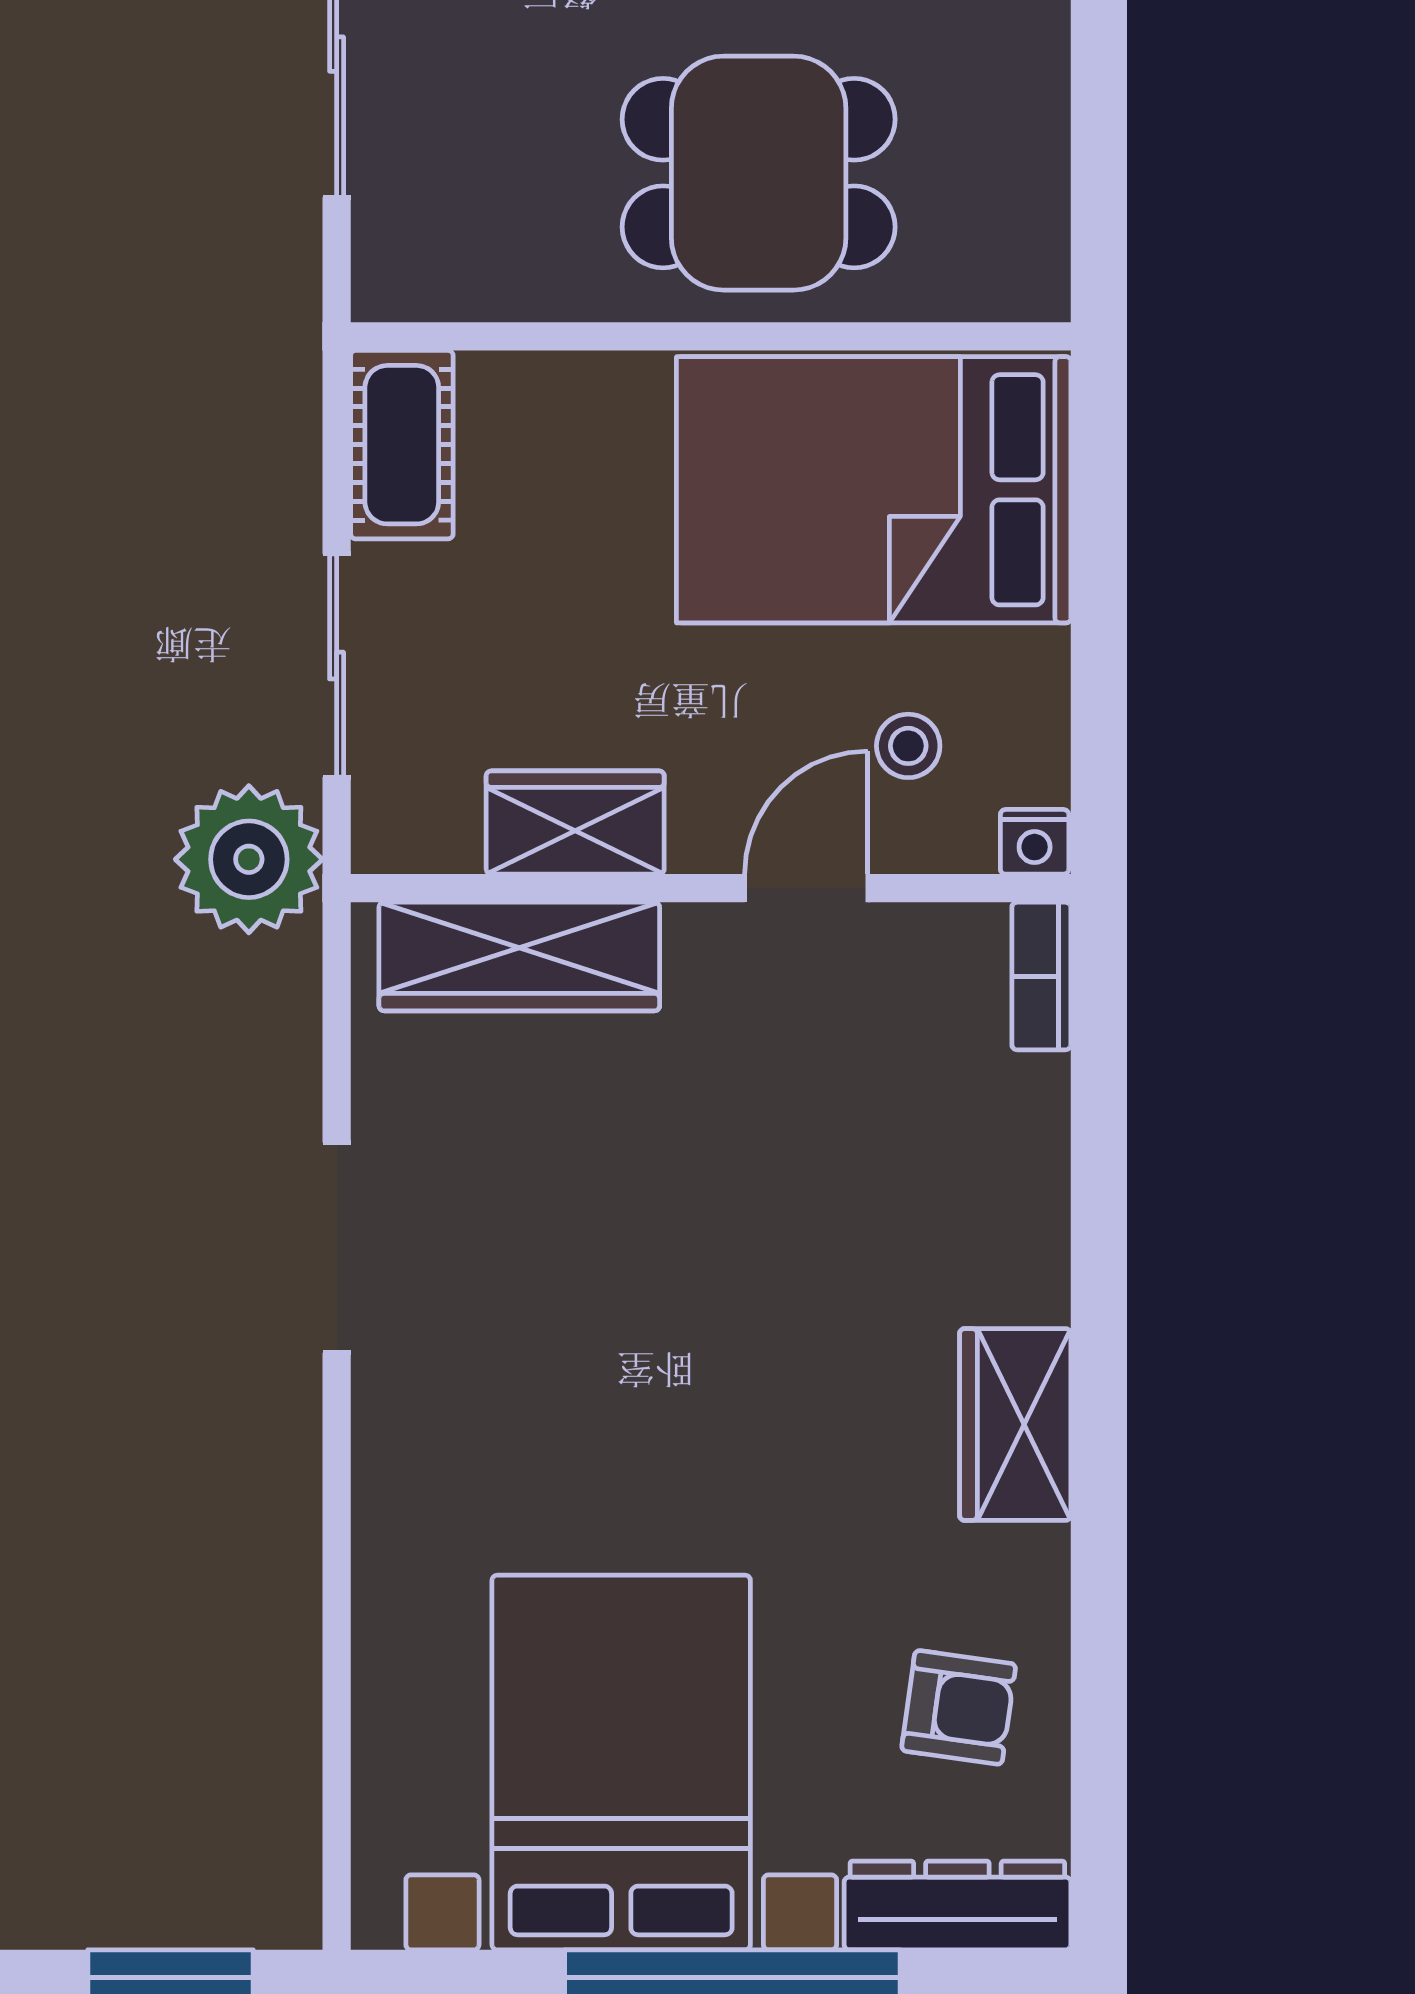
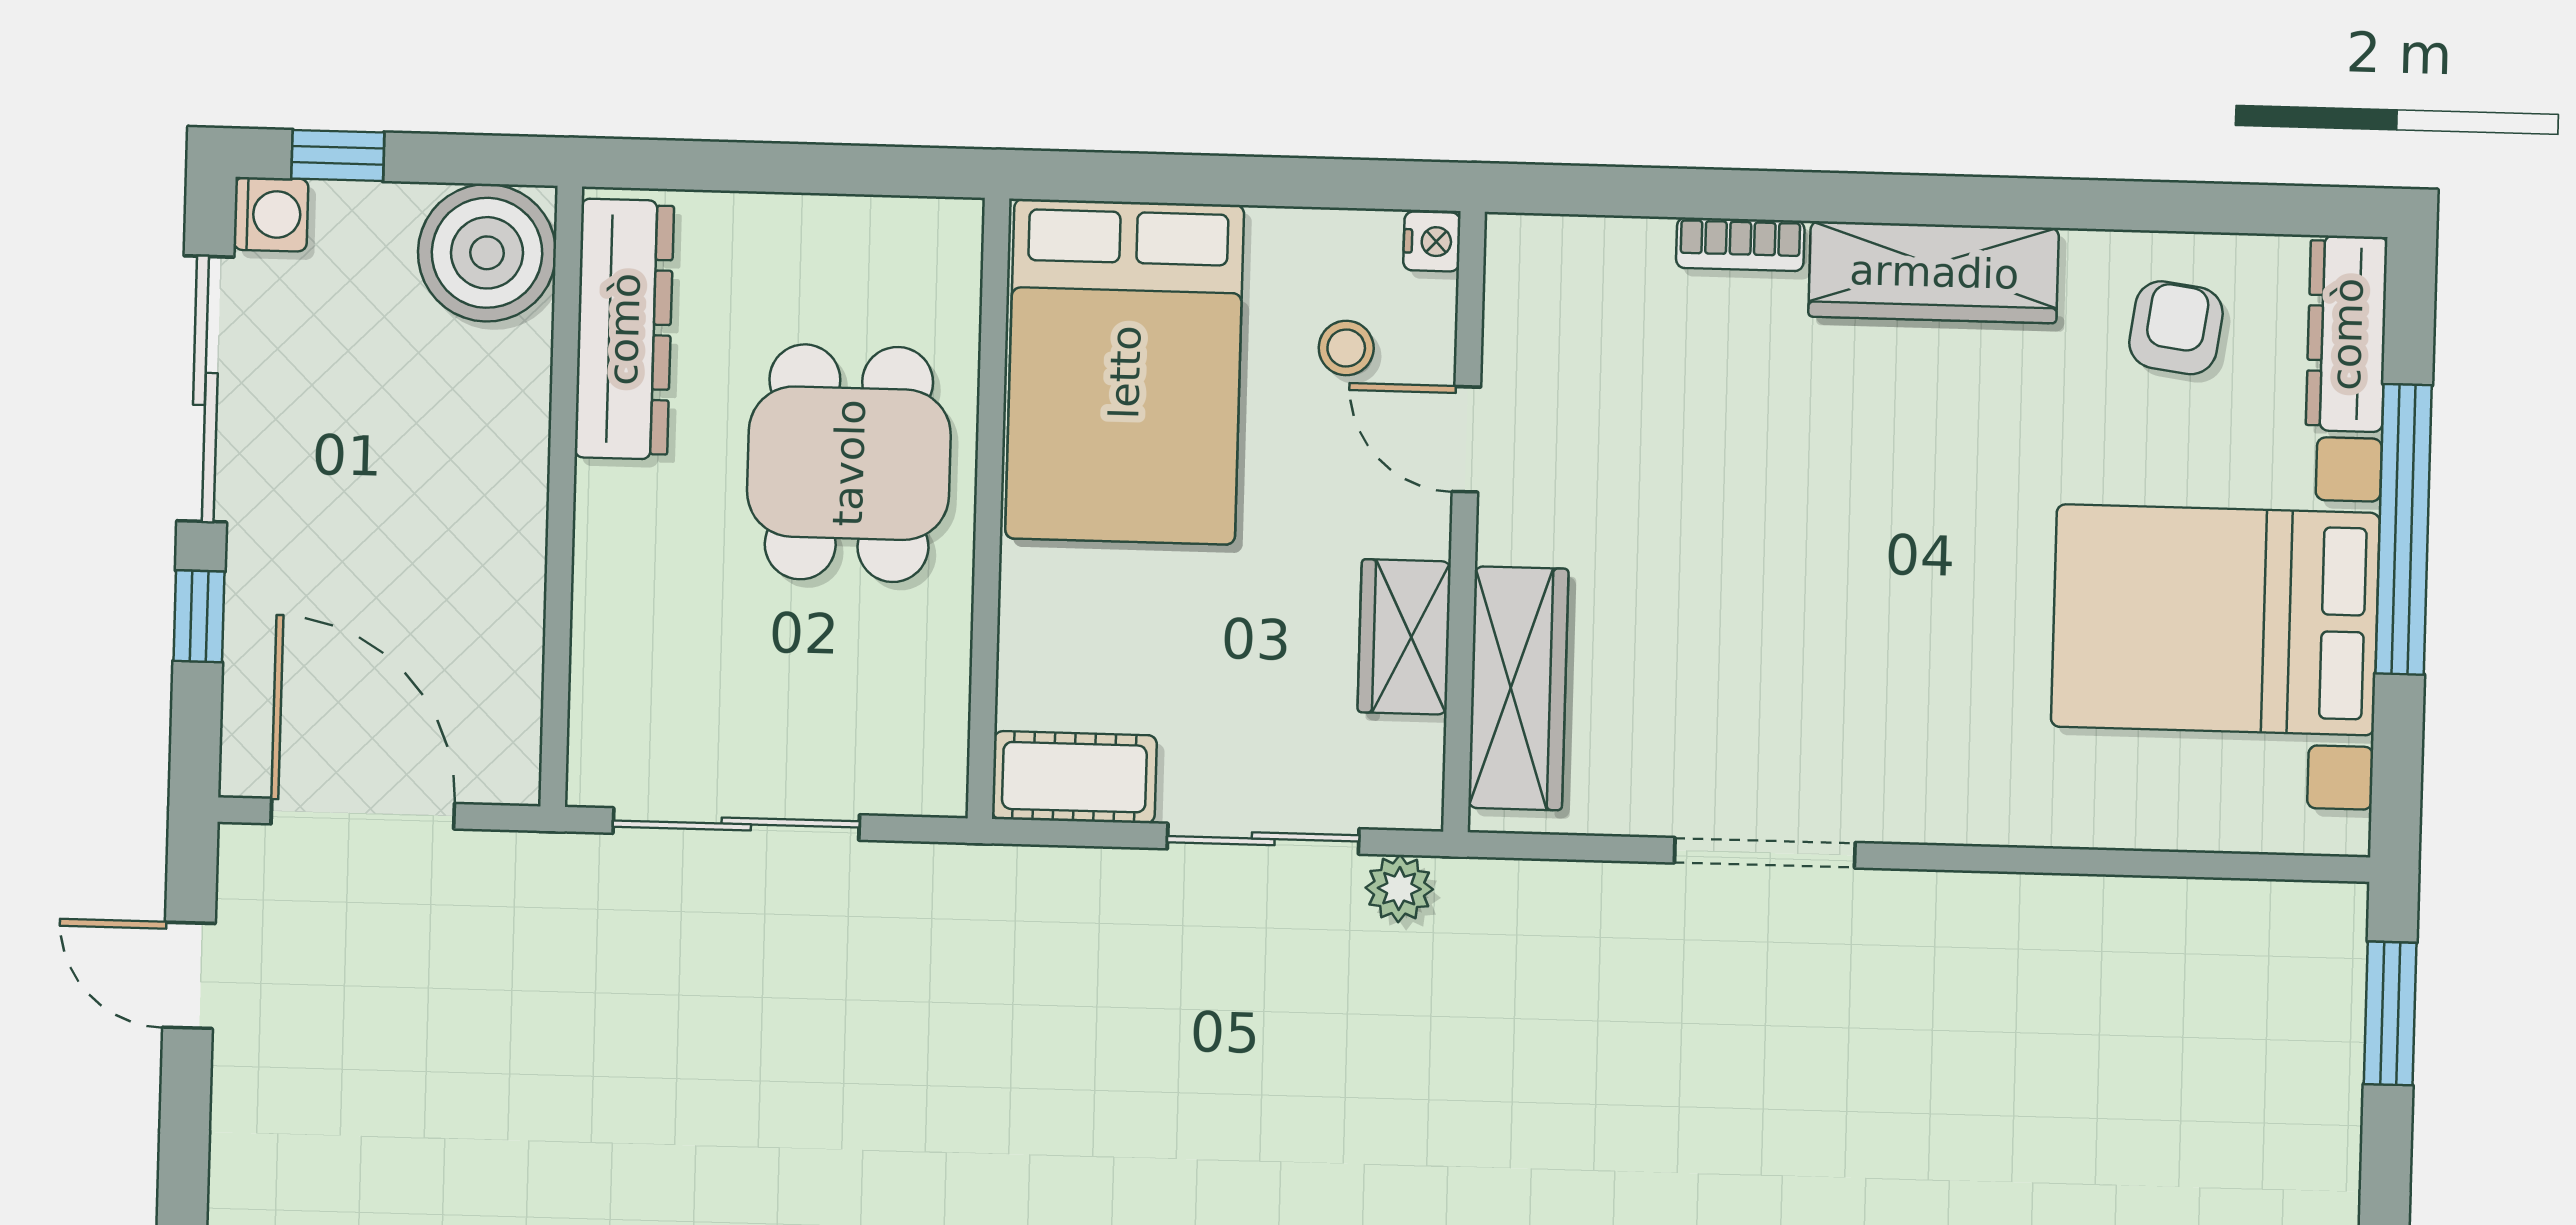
plant: (249, 859) -> (1399, 889), width x0.53, depth x0.53
bookcase: (1041, 976) -> (1740, 244), moved
wardrobe: (1015, 1425) -> (1934, 272), width x1.50

